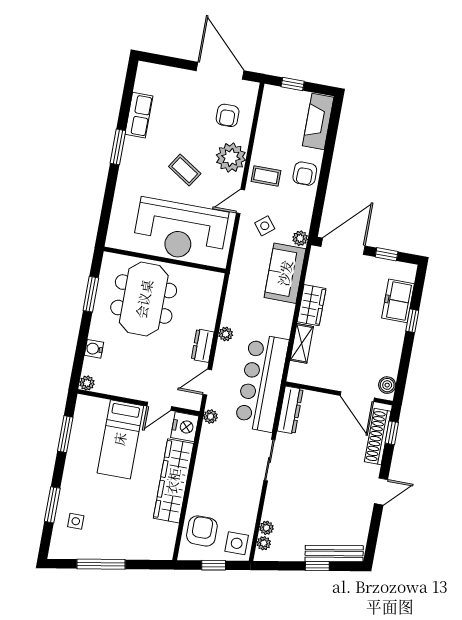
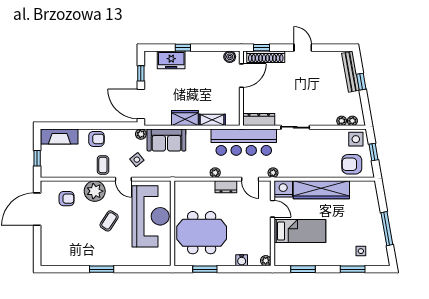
row of seats: (139, 115) -> (77, 259), removed

